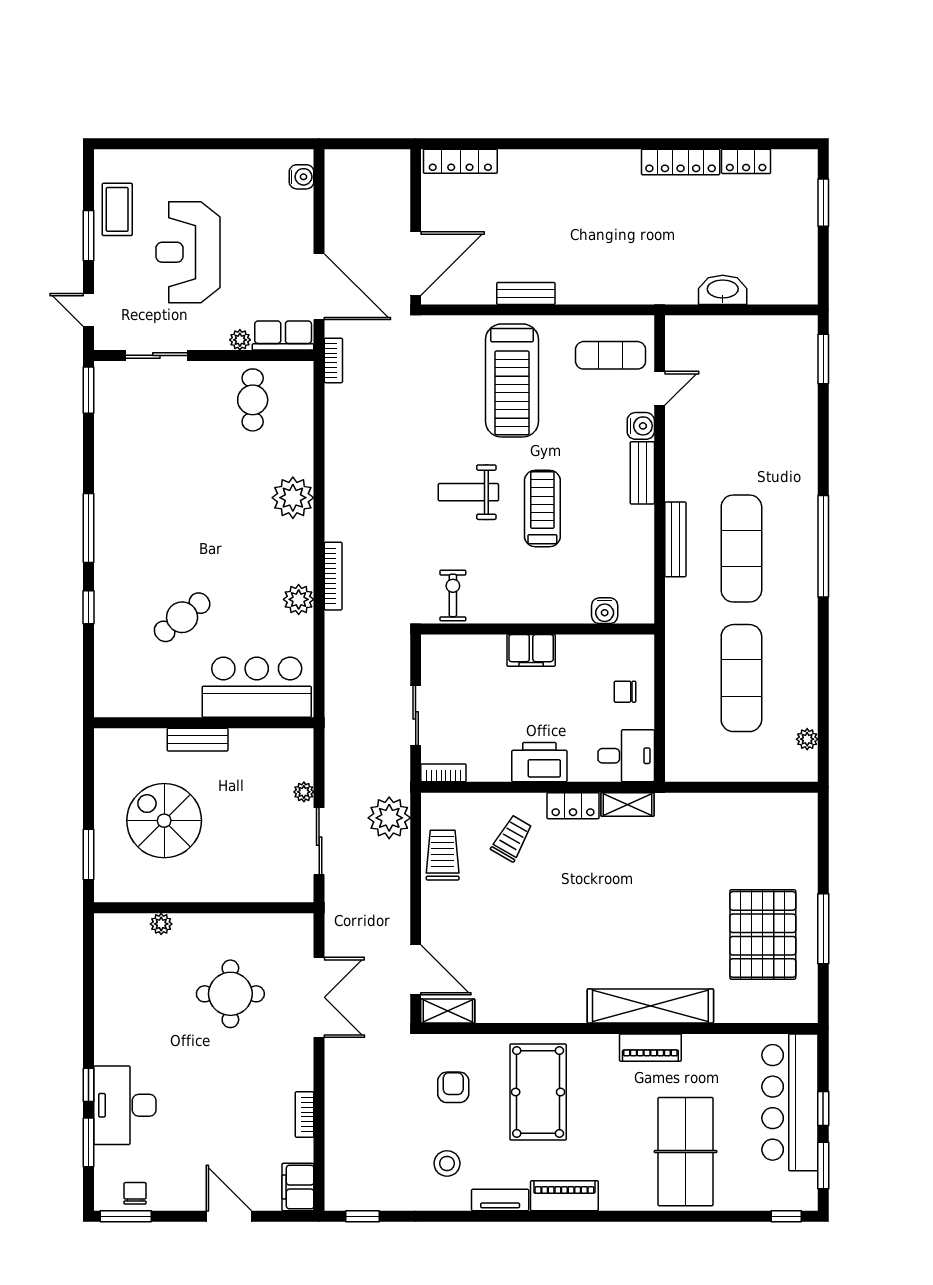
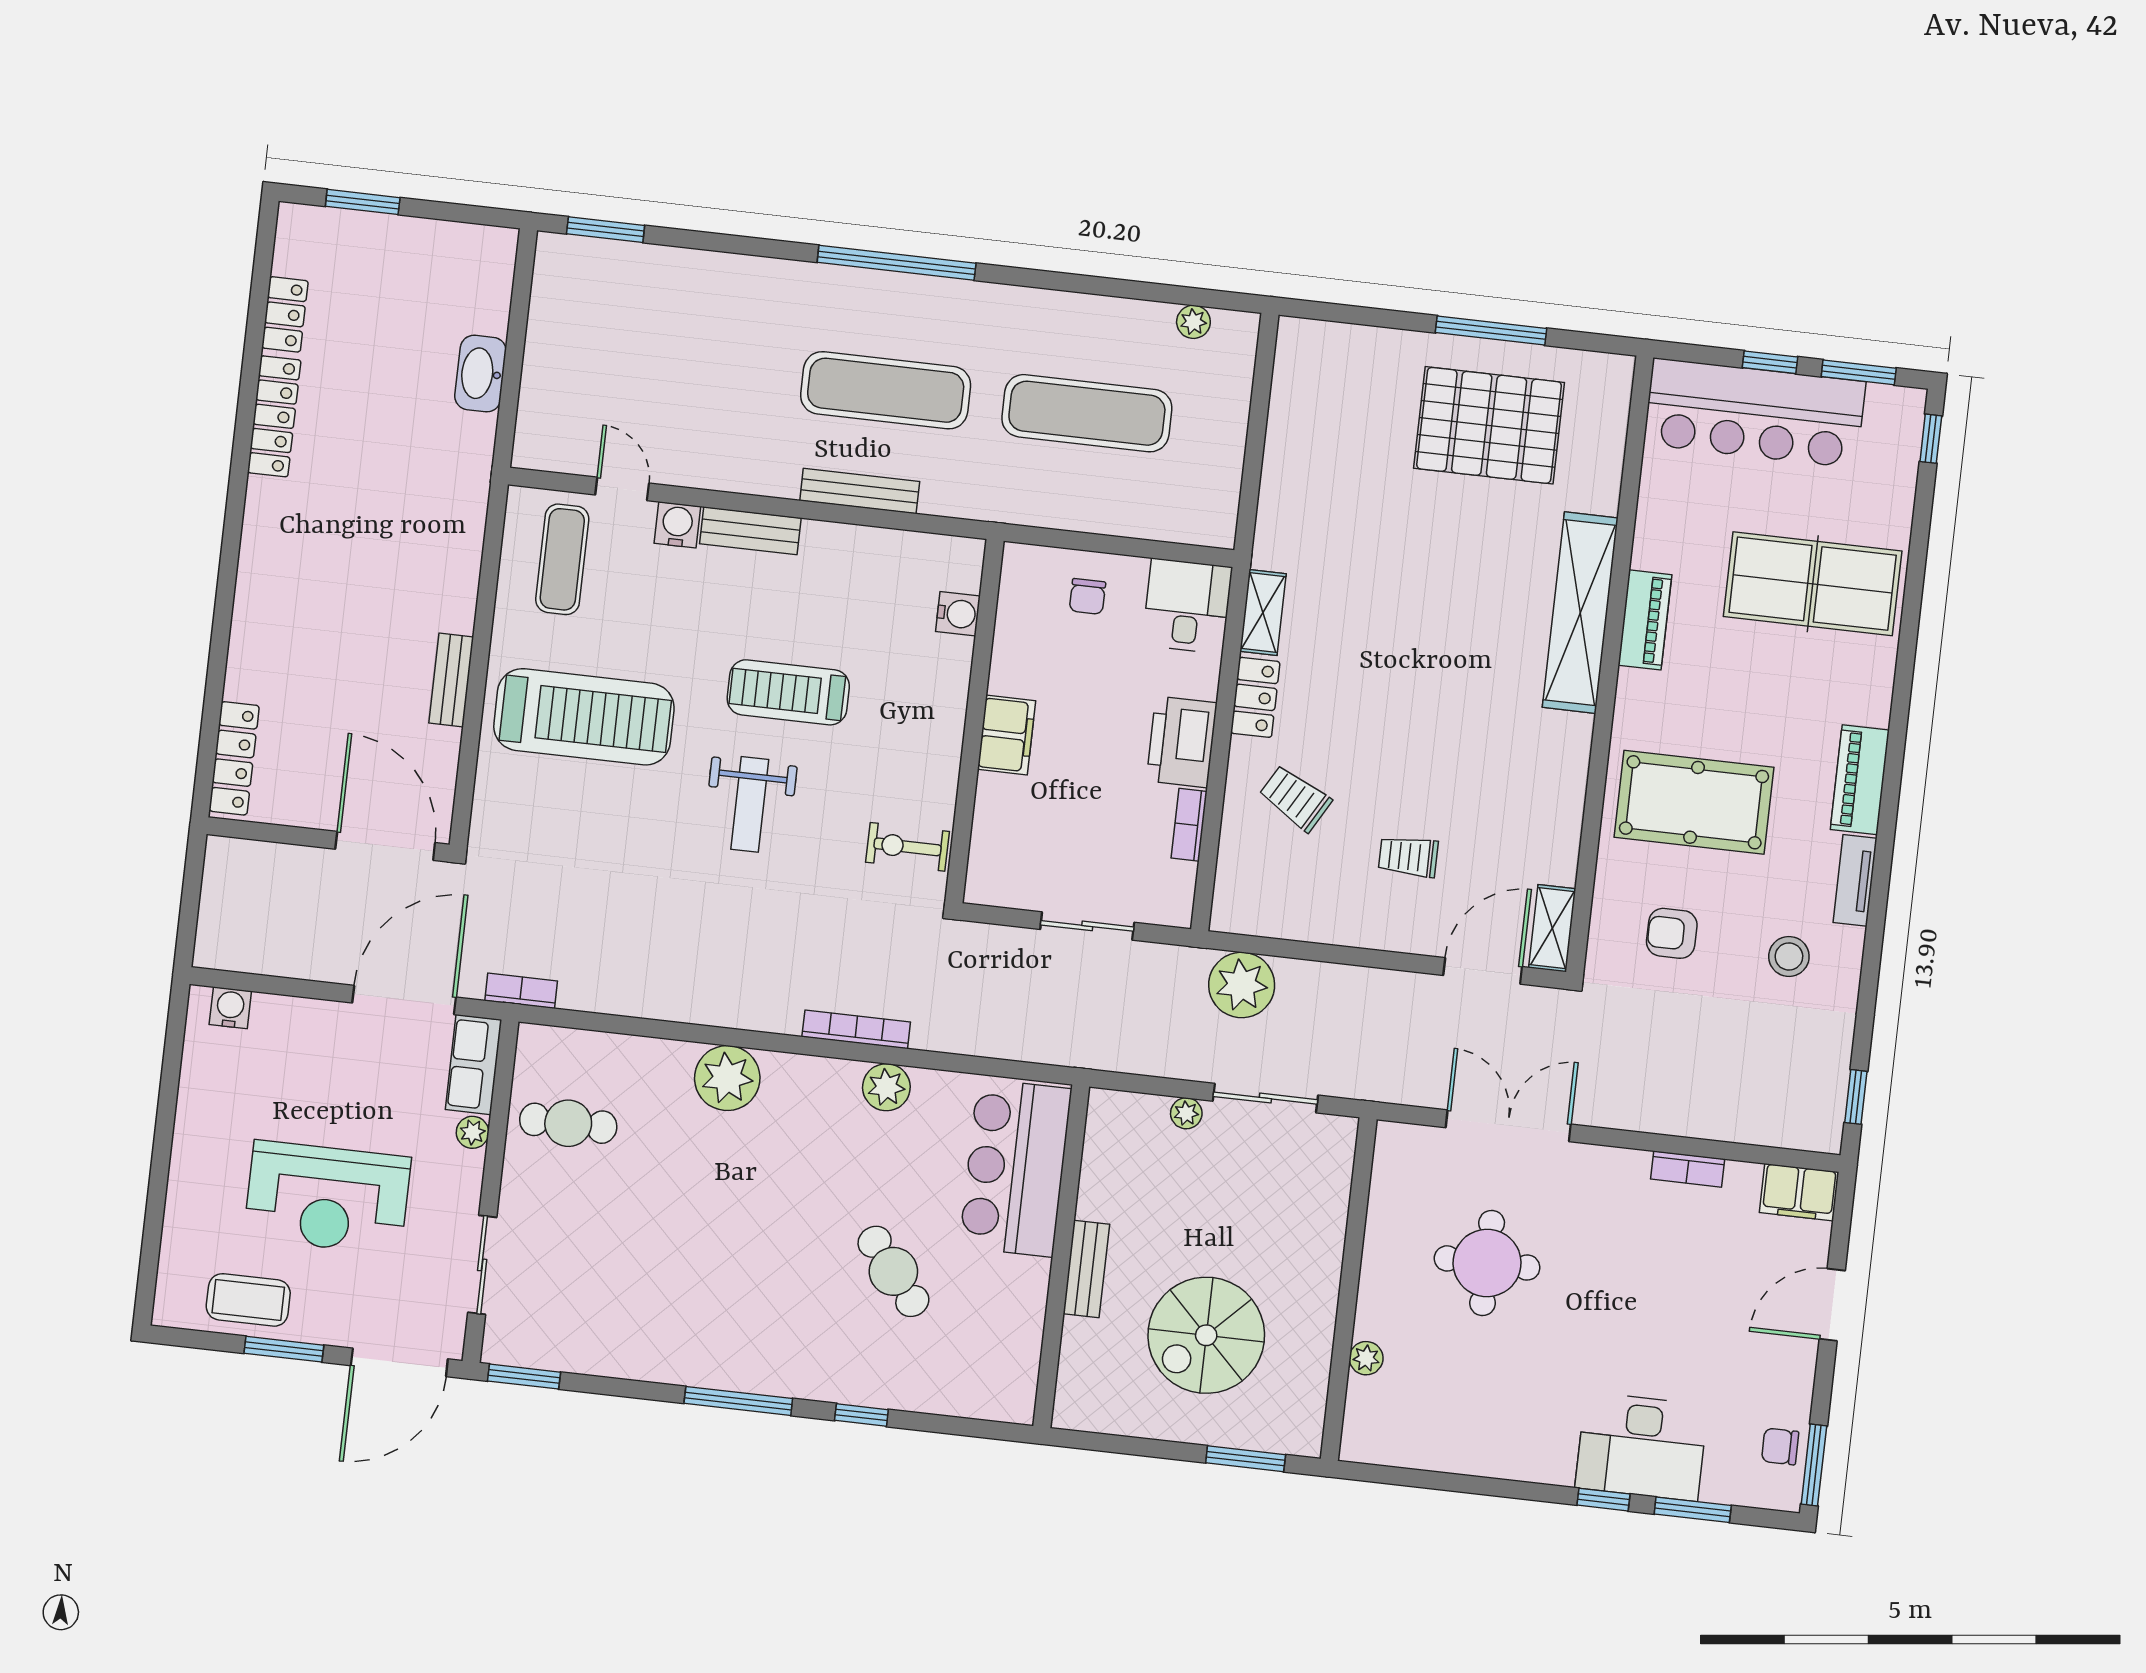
door: (89, 310) -> (399, 1362), width x1.87
bookcase: (443, 773) -> (1189, 825), moved
trolley: (443, 855) -> (1408, 857), moved, width x0.73, depth x0.72

